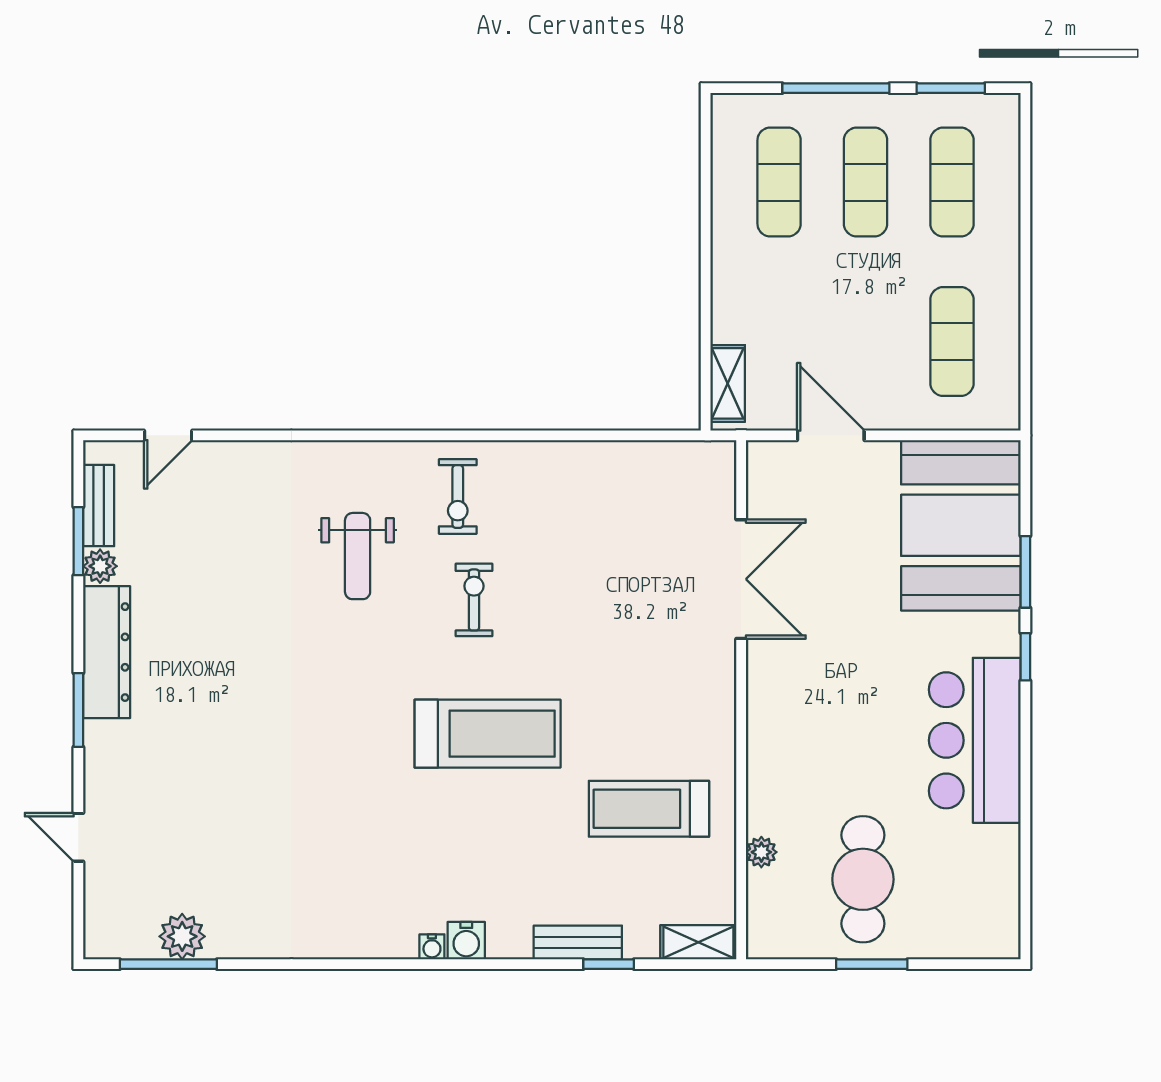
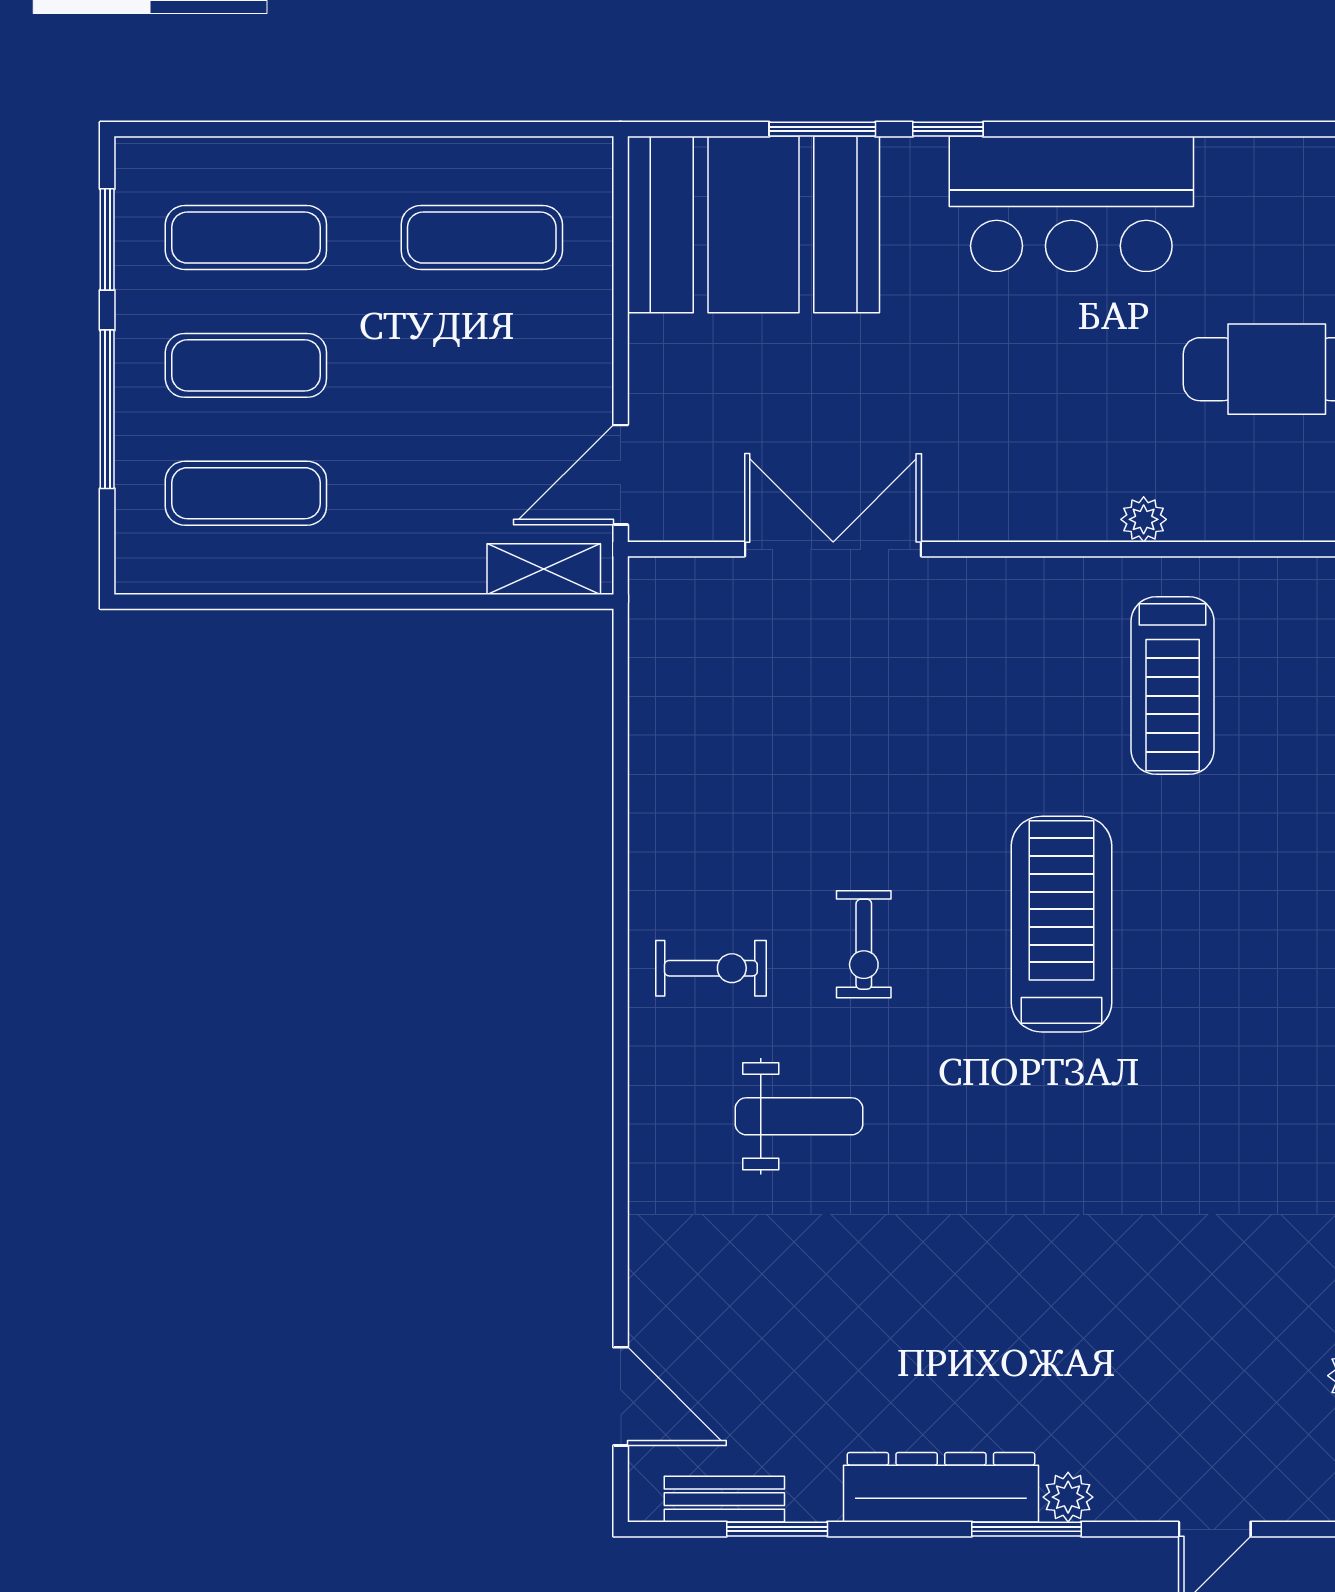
door: (168, 435) -> (621, 1396), width x1.38
door: (831, 435) -> (621, 475), moved
plant: (100, 566) -> (1068, 1497), moved
exercise bike: (474, 600) -> (864, 944), turned -90
plant: (761, 852) -> (1144, 519), moved

